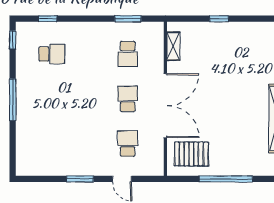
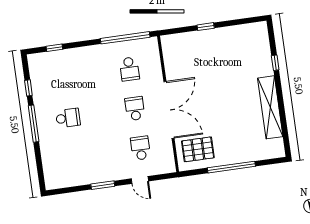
window: (128, 19) -> (125, 38), width x2.11
window: (13, 40) -> (28, 88), moved
shelving: (173, 46) -> (169, 56), removed
school desk: (52, 54) -> (68, 118), moved

